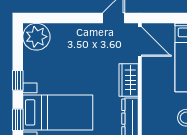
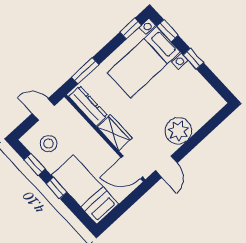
plant: (36, 37) -> (178, 131), moved

